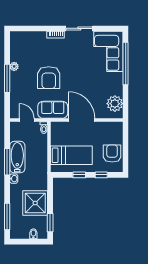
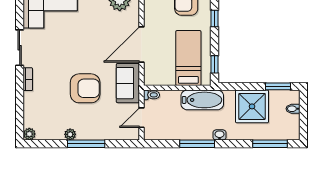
plant: (14, 36) -> (29, 134), added
bathtub: (17, 157) -> (202, 100), moved, turned 180
window: (79, 175) -> (215, 64), moved

